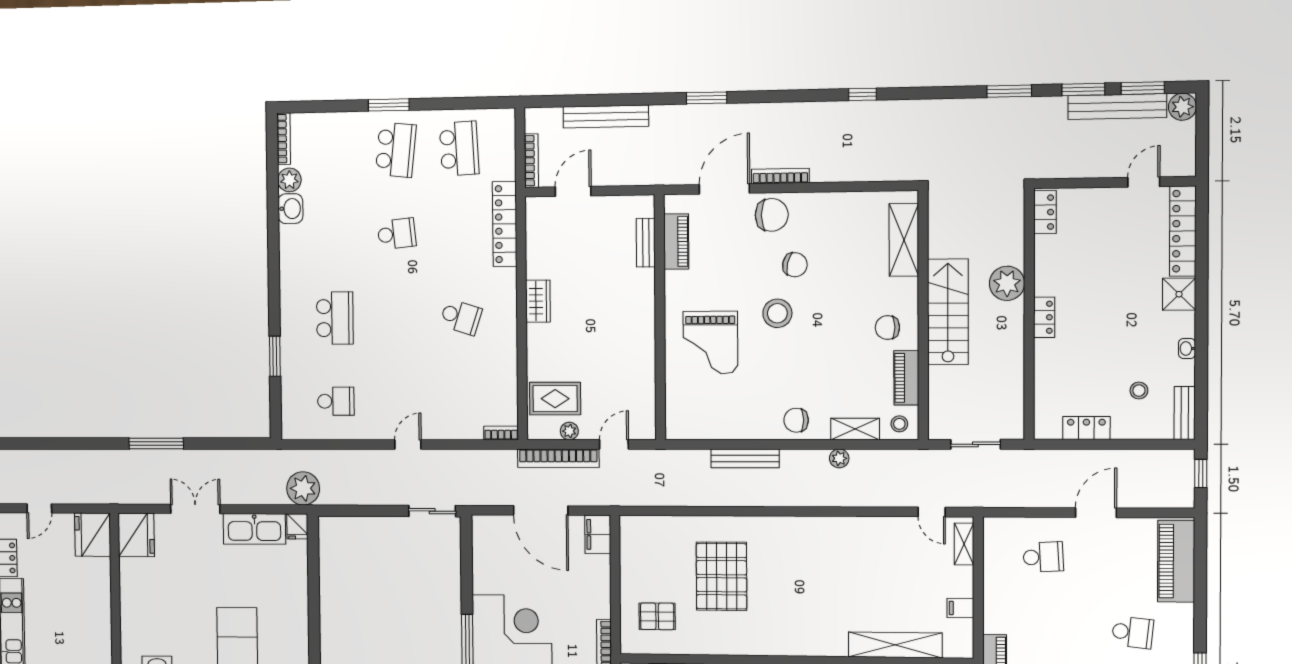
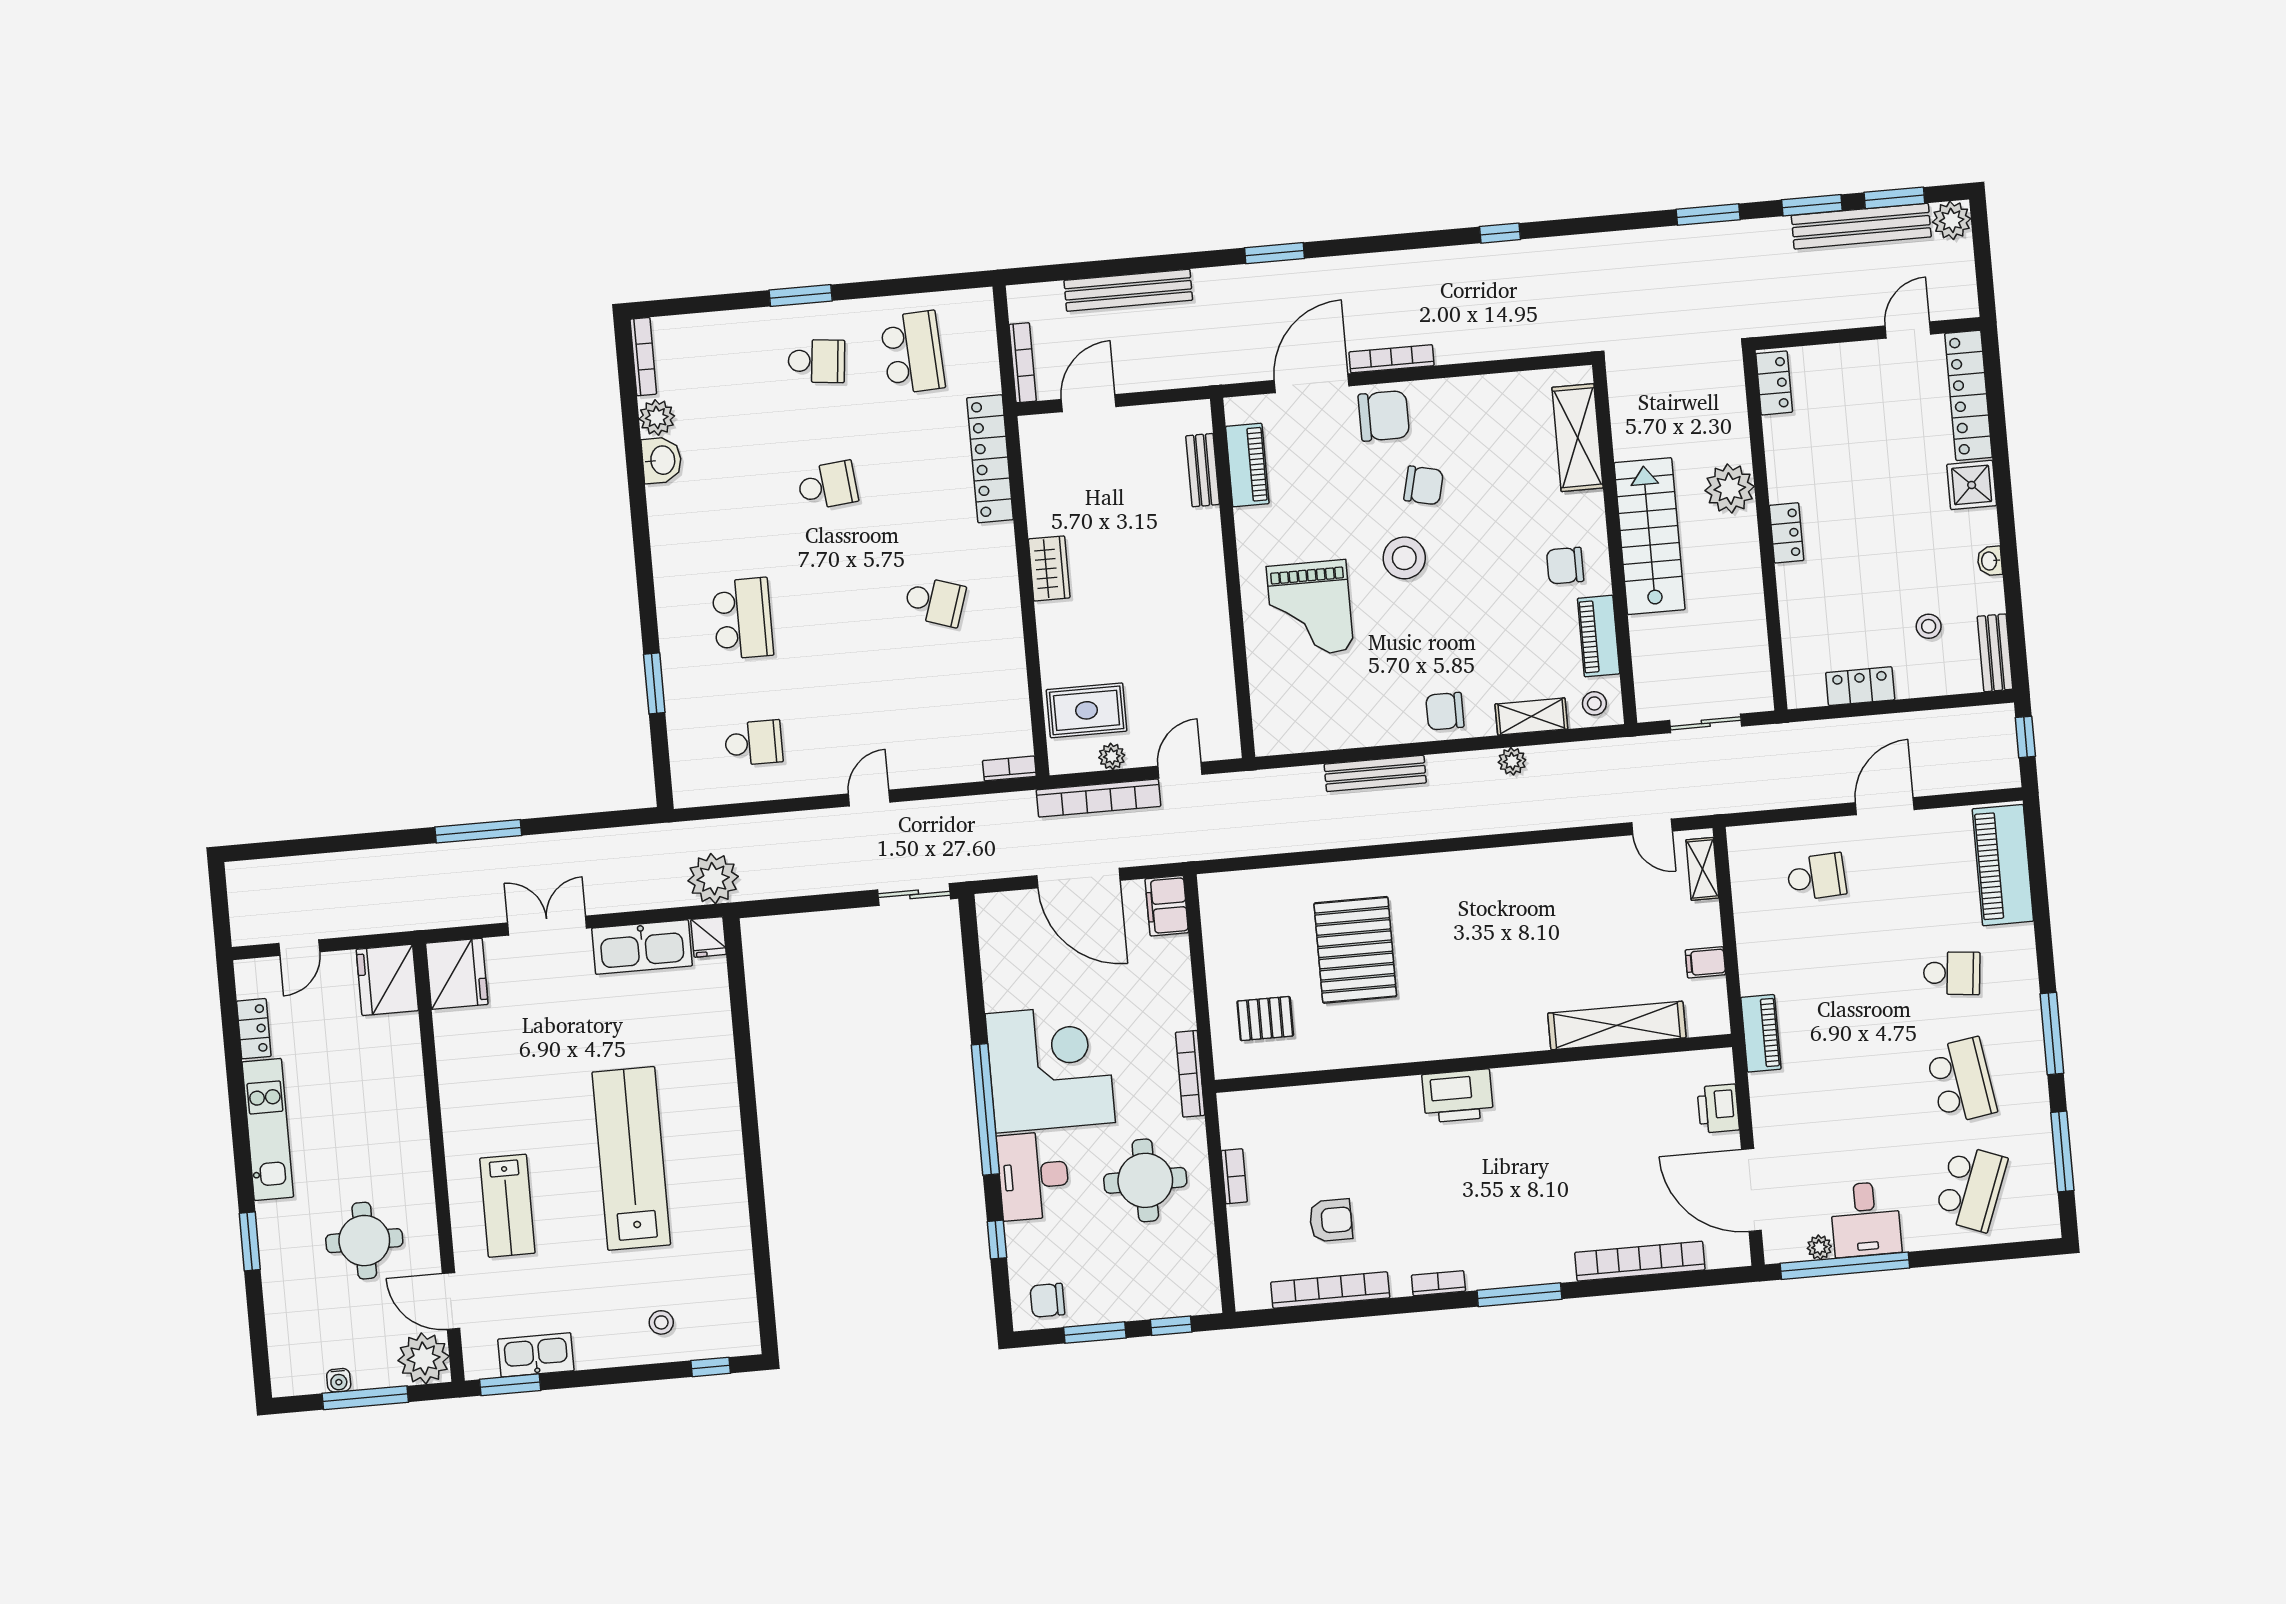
school desk: (396, 150) -> (816, 361), width x0.54

